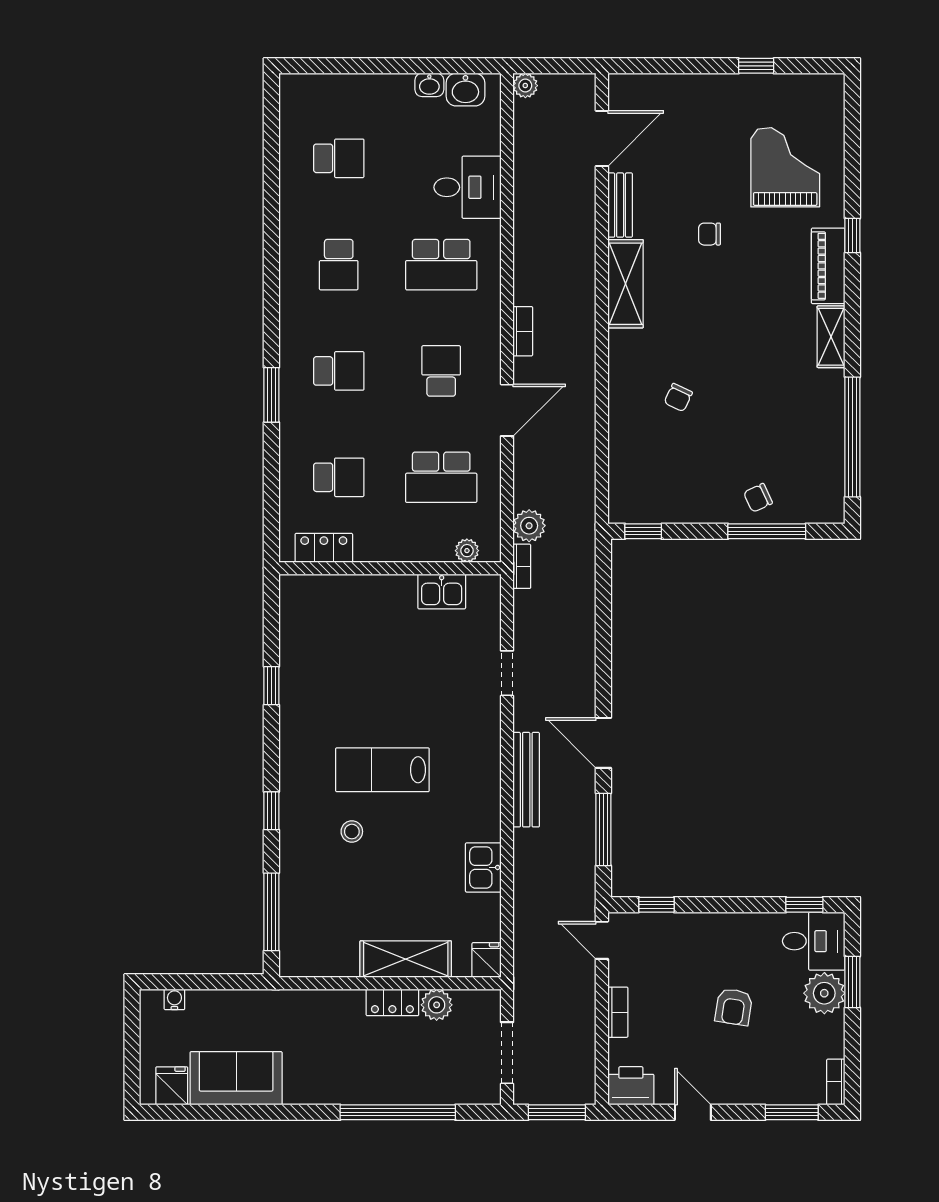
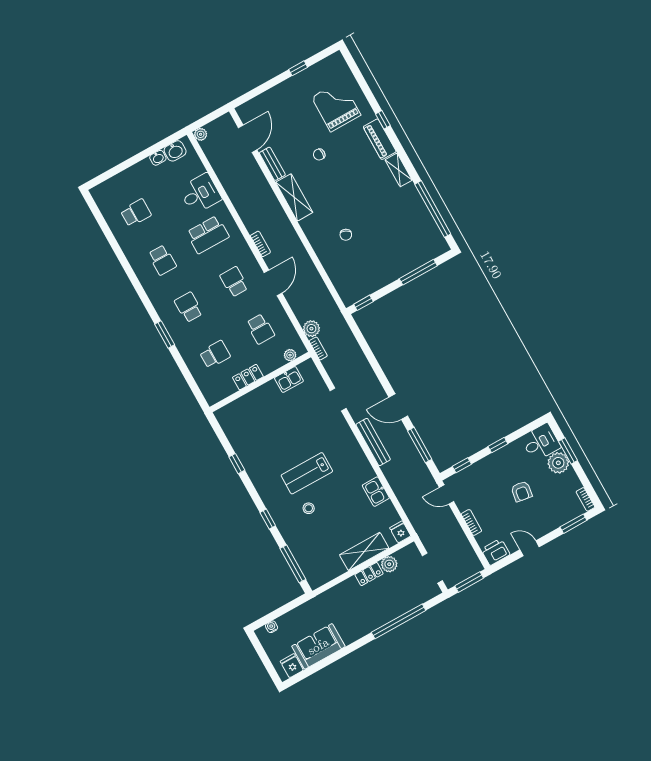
school desk: (339, 371) -> (189, 307), turned -90
school desk: (441, 477) -> (260, 329), width x0.54
chair: (758, 498) -> (406, 260), removed
locker: (324, 548) -> (248, 377), moved
window: (804, 905) -> (498, 445), moved

